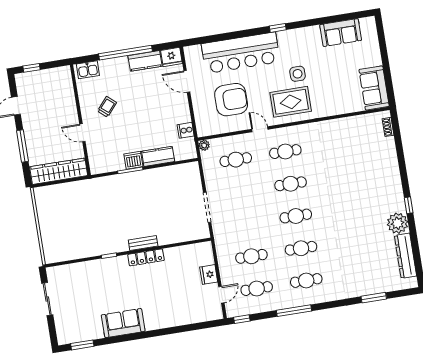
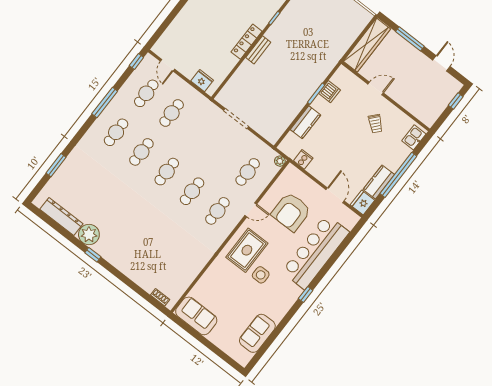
door: (187, 81) -> (335, 195), hinge flipped
dishwasher: (133, 160) -> (329, 92), moved
fridge: (209, 274) -> (202, 81), moved

